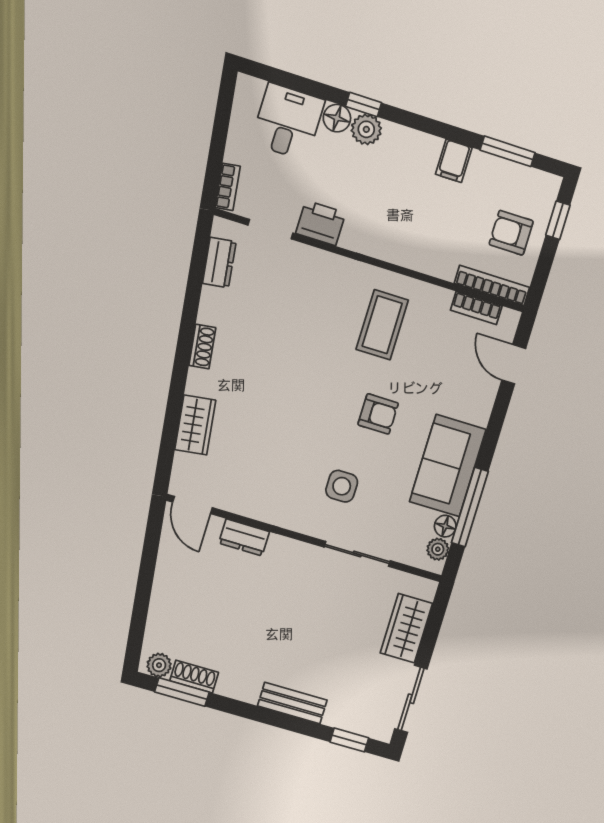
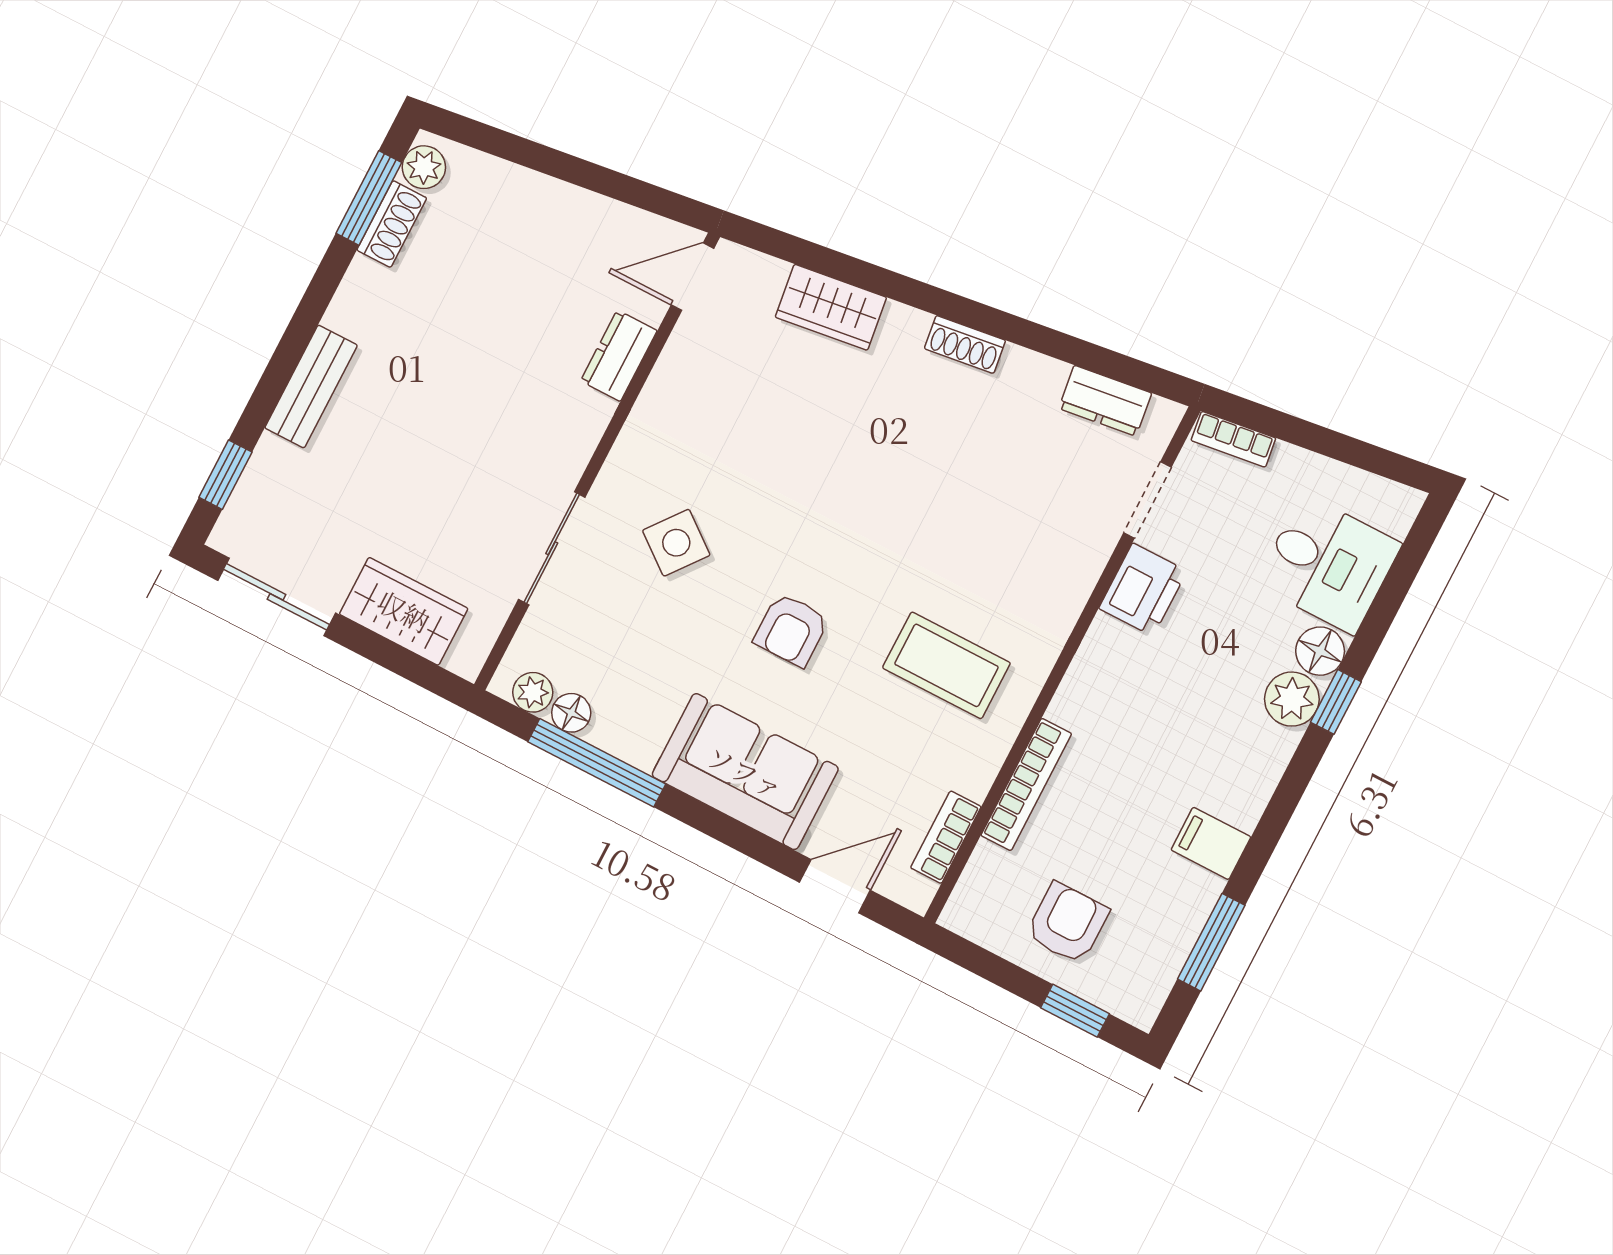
bookcase: (492, 285) -> (1026, 784), moved
sofa: (448, 465) -> (745, 772), moved
side table: (342, 486) -> (676, 543), turned 38

